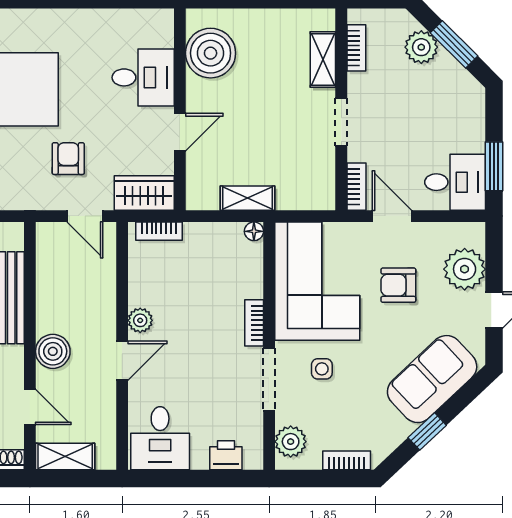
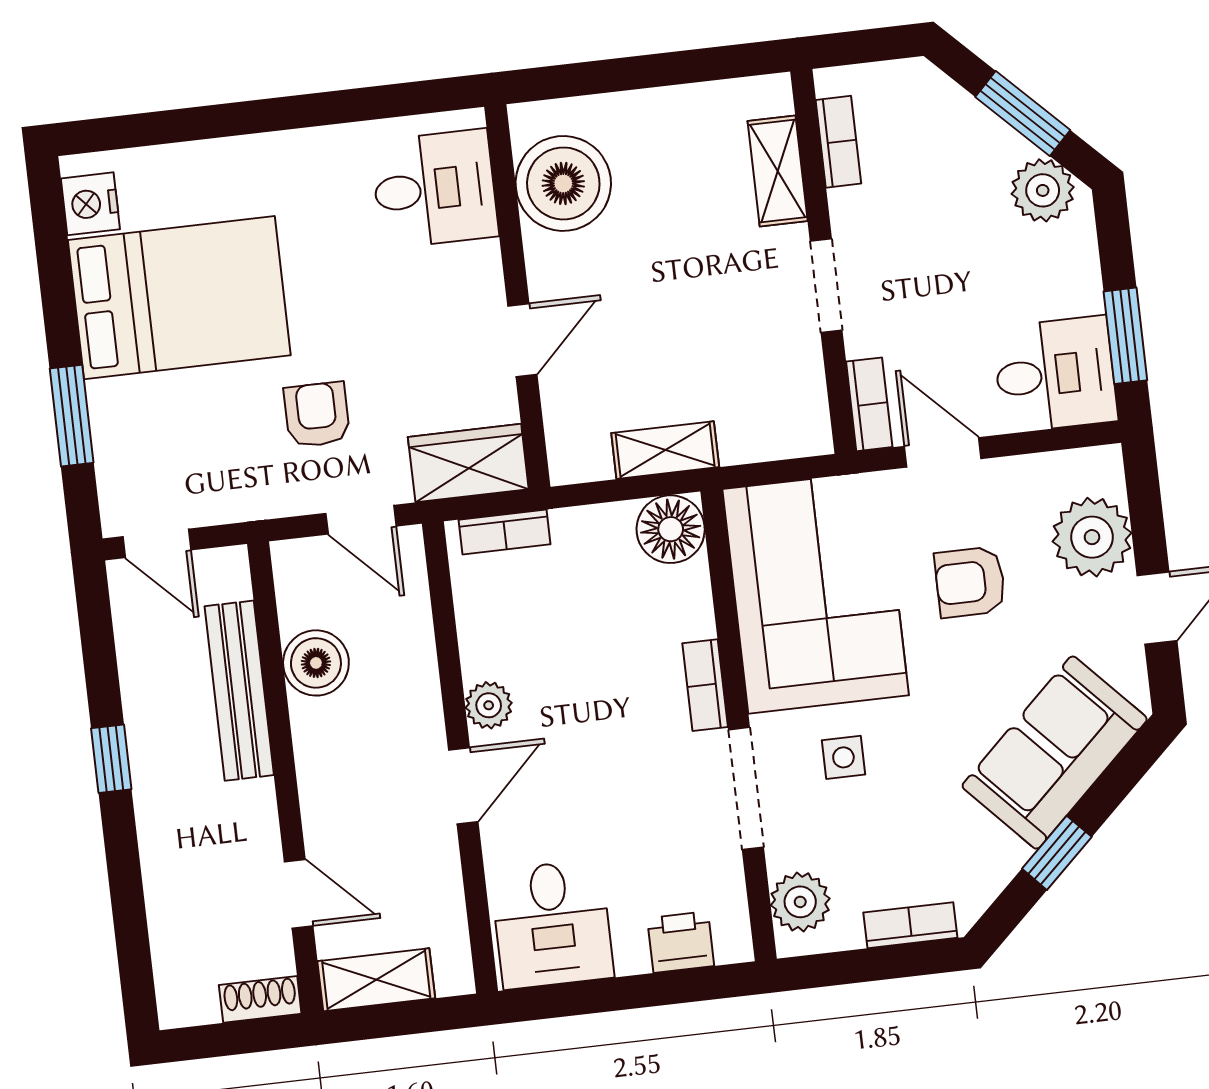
plant: (421, 47) -> (1043, 190), moved
desk: (143, 77) -> (434, 189), moved
floor lamp: (254, 231) -> (671, 529), width x1.89, depth x1.89
boiler: (53, 351) -> (316, 663), moved

